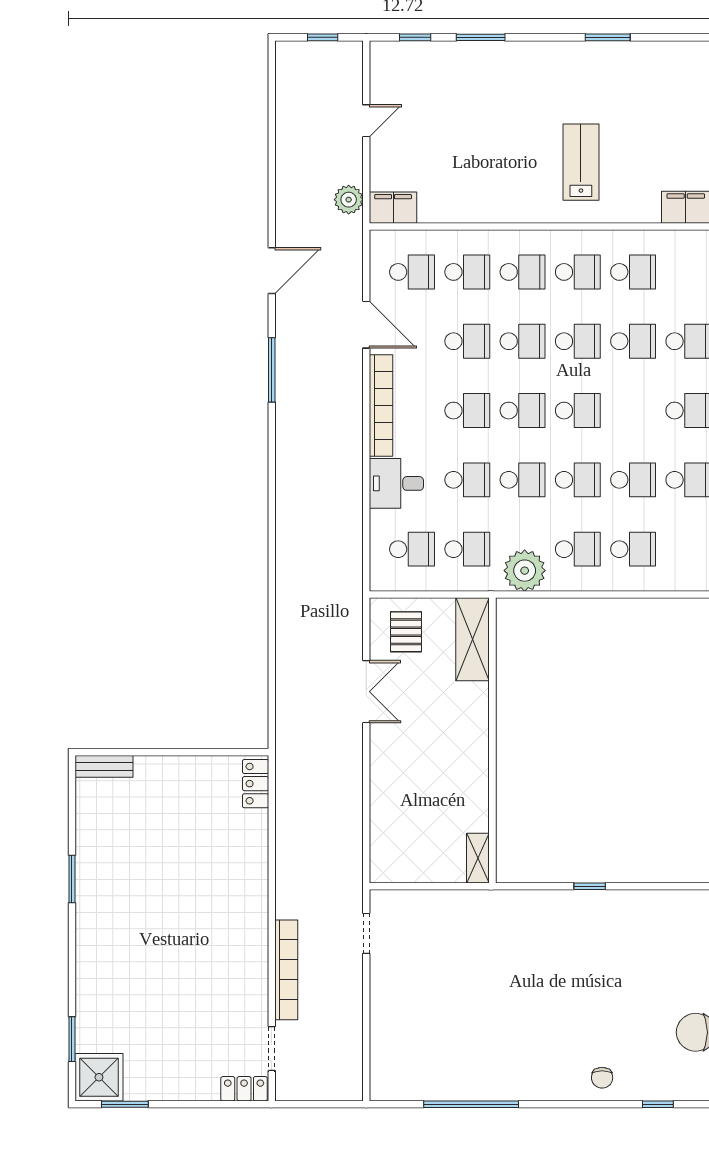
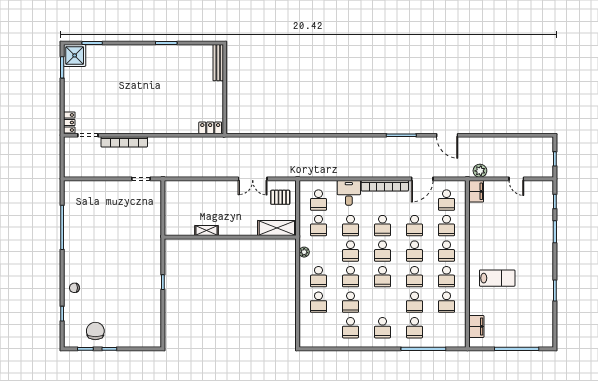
plant: (525, 571) -> (304, 252), width x0.53, depth x0.53
bench: (104, 766) -> (218, 63), width x1.36
shelving: (478, 858) -> (207, 231), moved

